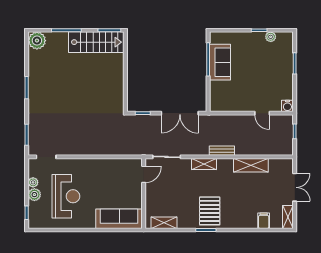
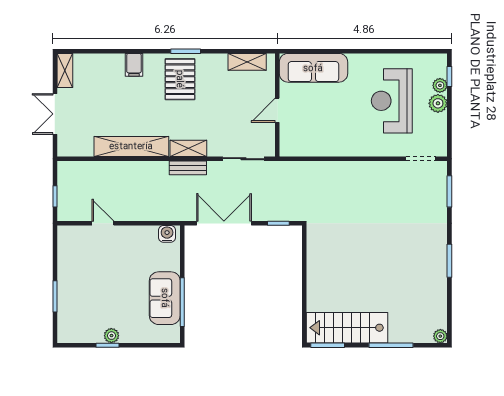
plant: (271, 37) -> (111, 336), moved
plant: (37, 41) -> (440, 336), width x0.53, depth x0.53
water cooler: (287, 106) -> (167, 234), moved
bench: (222, 151) -> (188, 168), moved
shelving: (251, 165) -> (131, 146), width x1.47
door: (144, 174) -> (277, 110), moved
plant: (33, 182) -> (440, 85), moved
filing cabinet: (264, 221) -> (134, 65), moved

